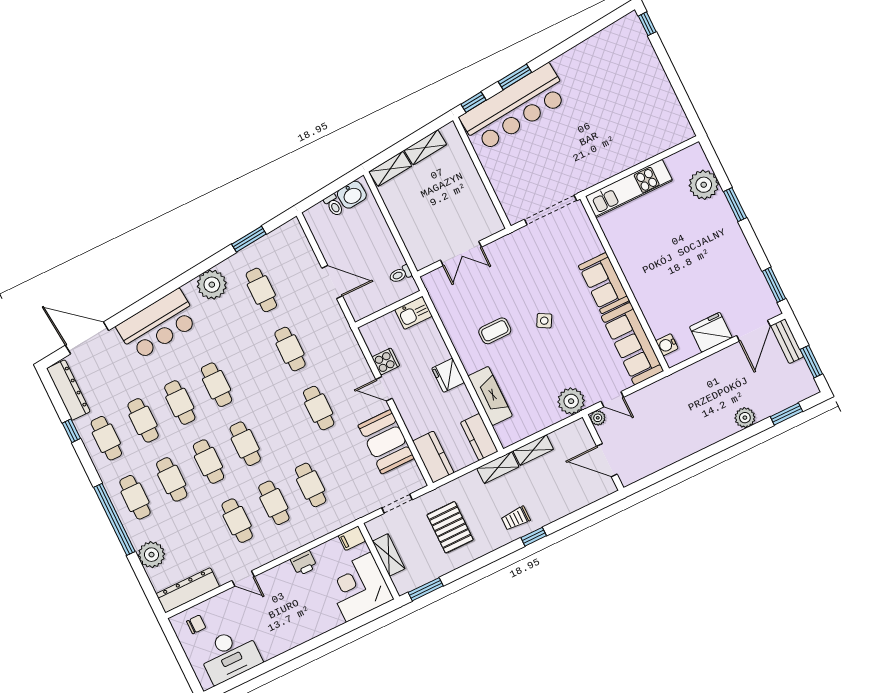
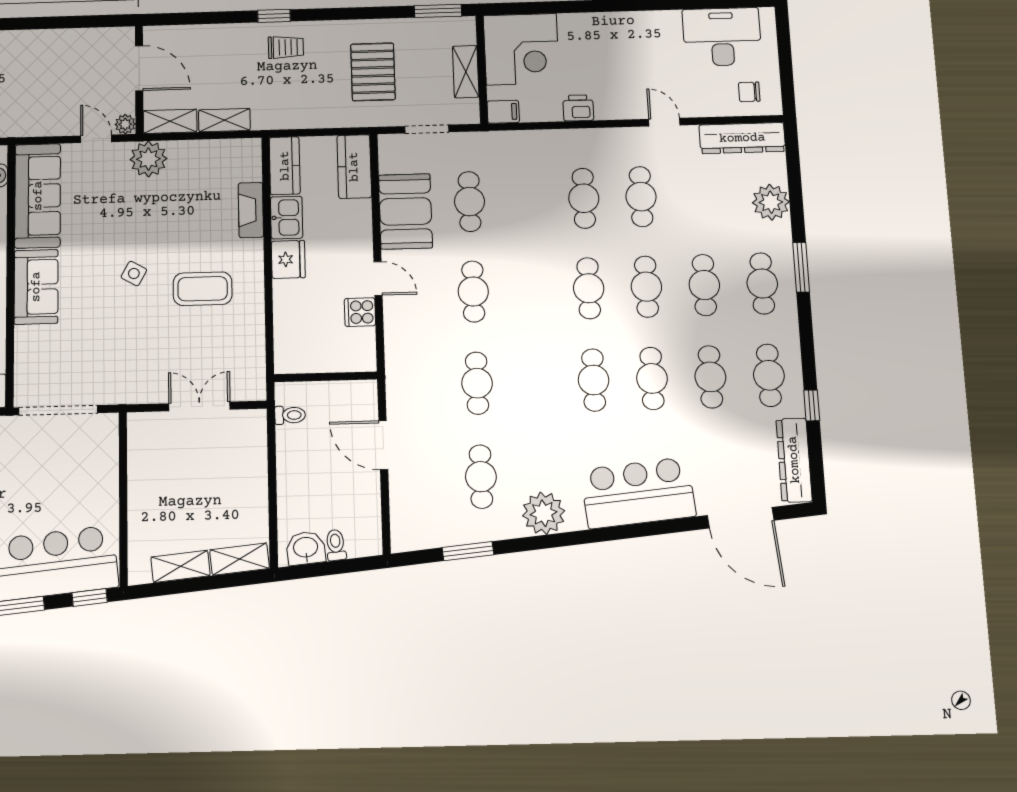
kitchen sink: (413, 313) -> (287, 218), moved, turned 90
coffee table: (495, 331) -> (203, 289), width x1.36, depth x1.30
fireplace: (490, 396) -> (251, 210), width x0.73, depth x0.76
shelving: (498, 468) -> (170, 121), moved
cafe table: (311, 485) -> (469, 202), moved
window: (114, 519) -> (801, 267), width x0.47

